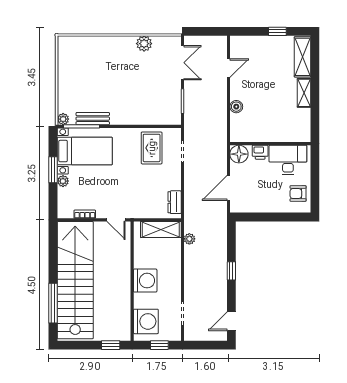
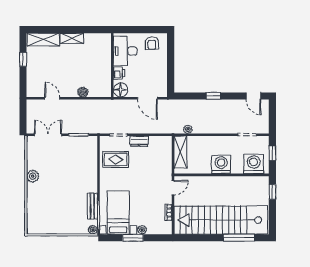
plant: (144, 44) -> (33, 176), moved
dresser: (175, 202) -> (139, 141), moved

